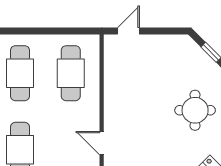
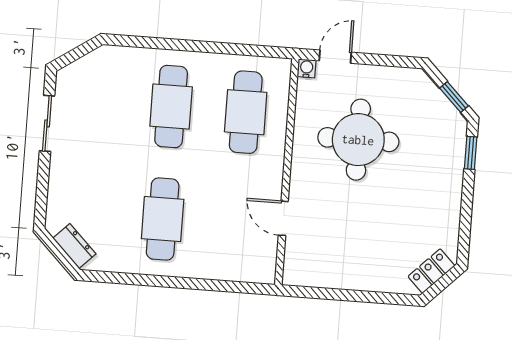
water cooler: (110, 40) -> (307, 68), added
round table: (195, 110) -> (358, 140), moved, width x1.36, depth x1.36

